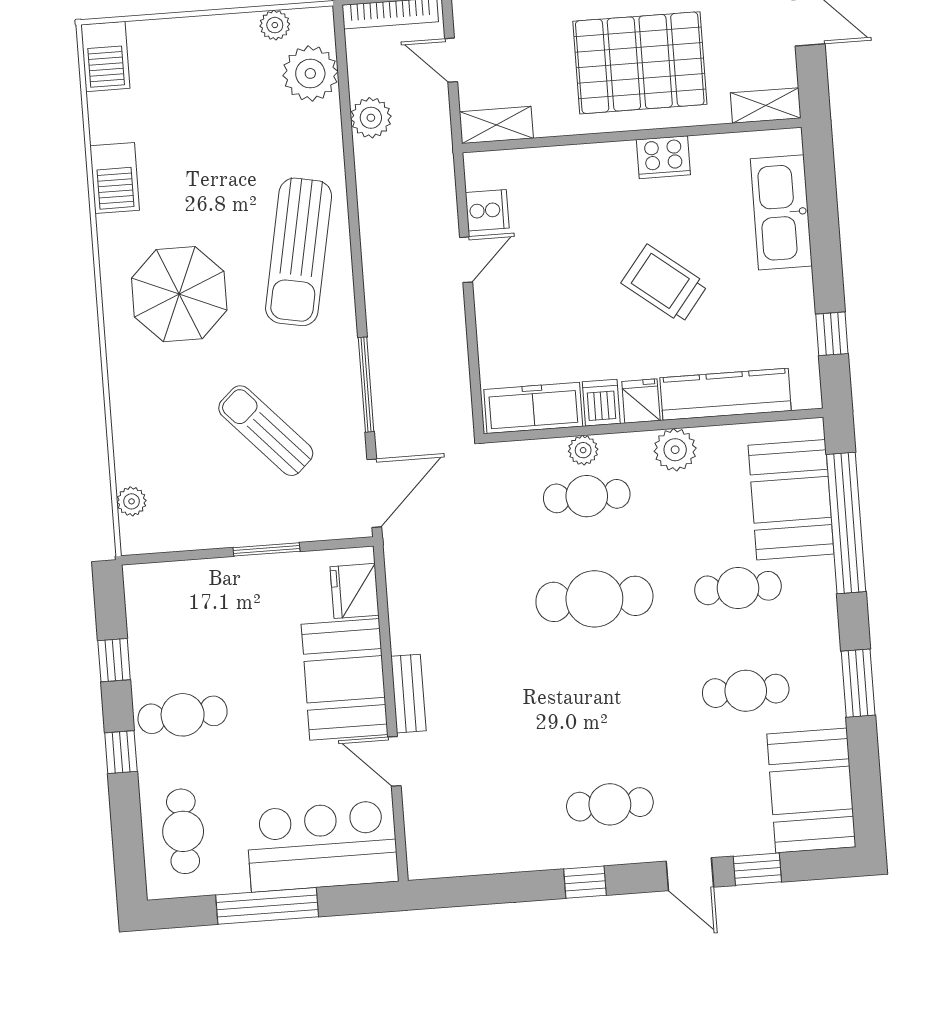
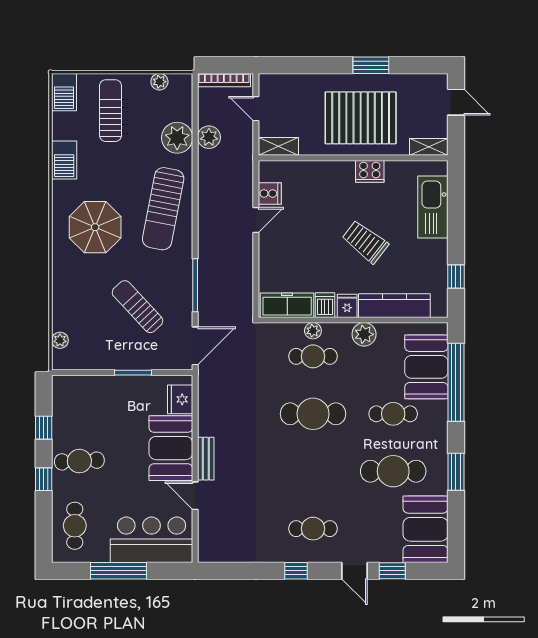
plant: (310, 73) -> (177, 138), moved
sun lounger: (191, 83) -> (110, 111), added
cafe table: (746, 691) -> (393, 471), width x1.37, depth x1.35

